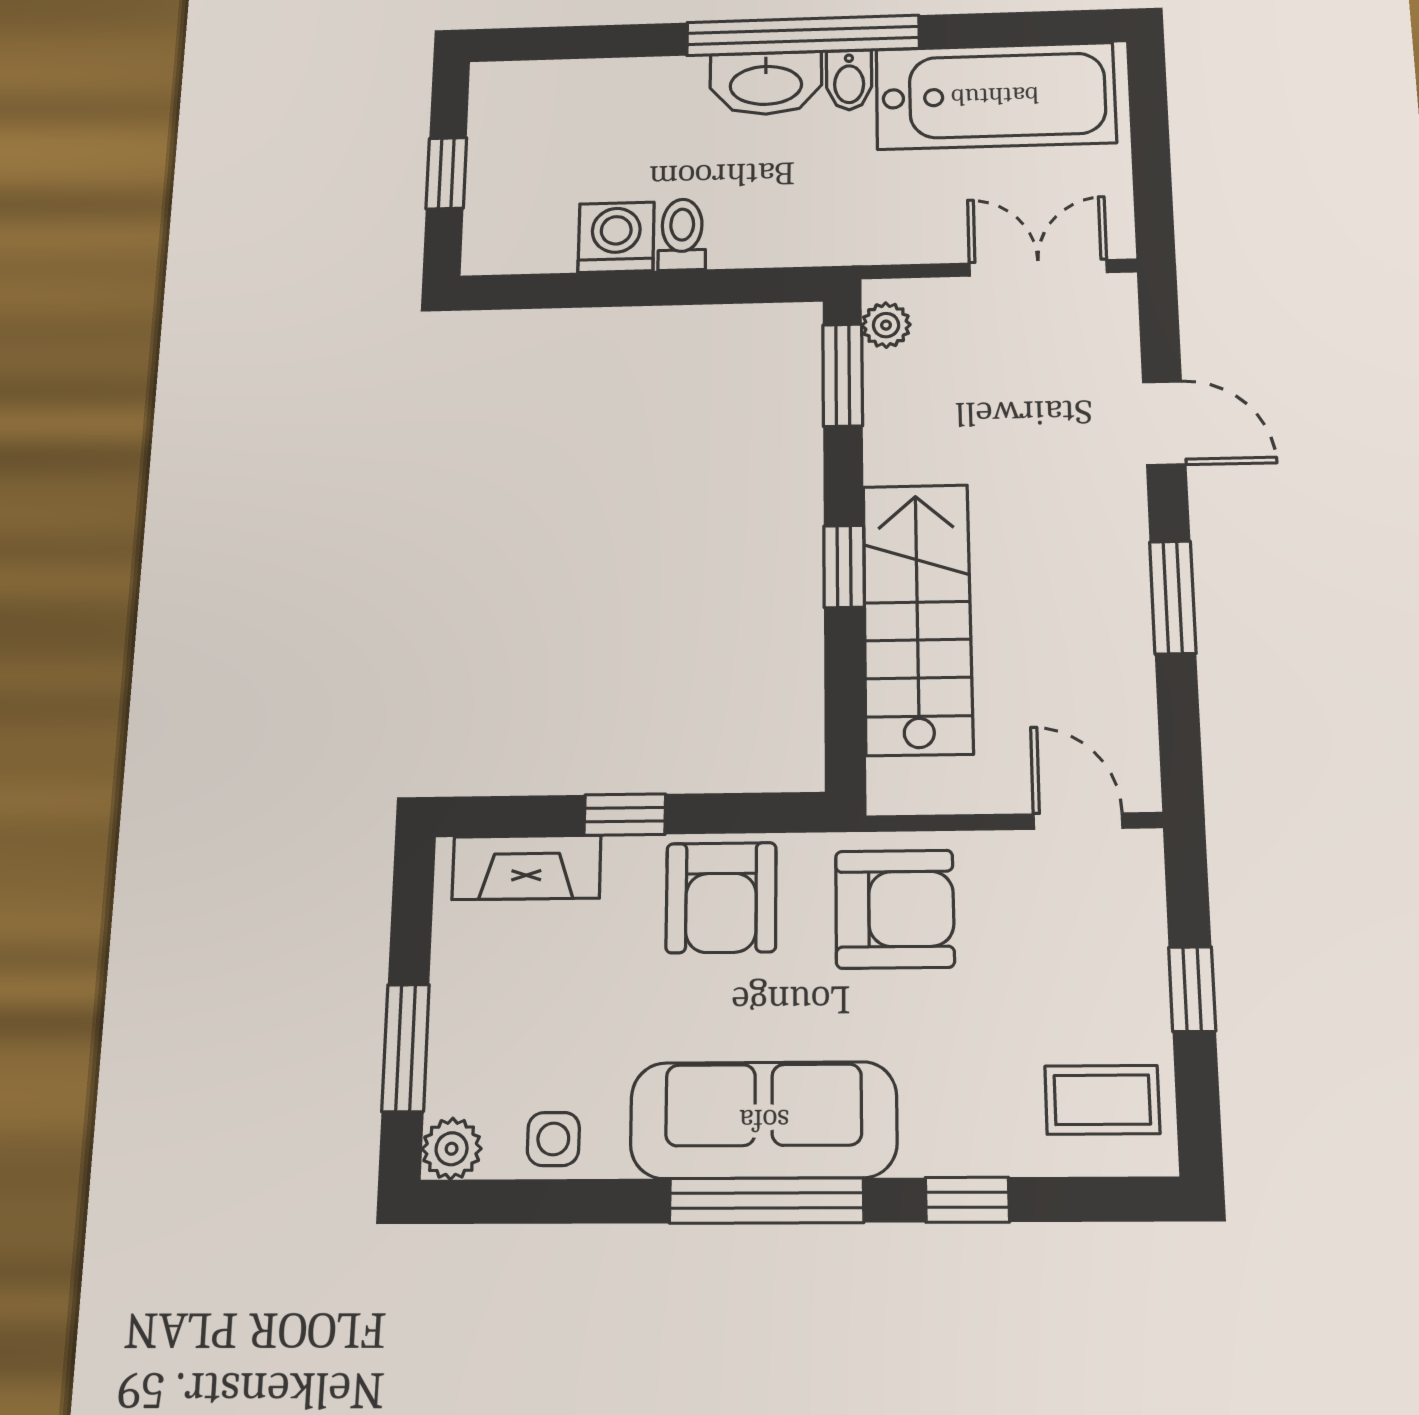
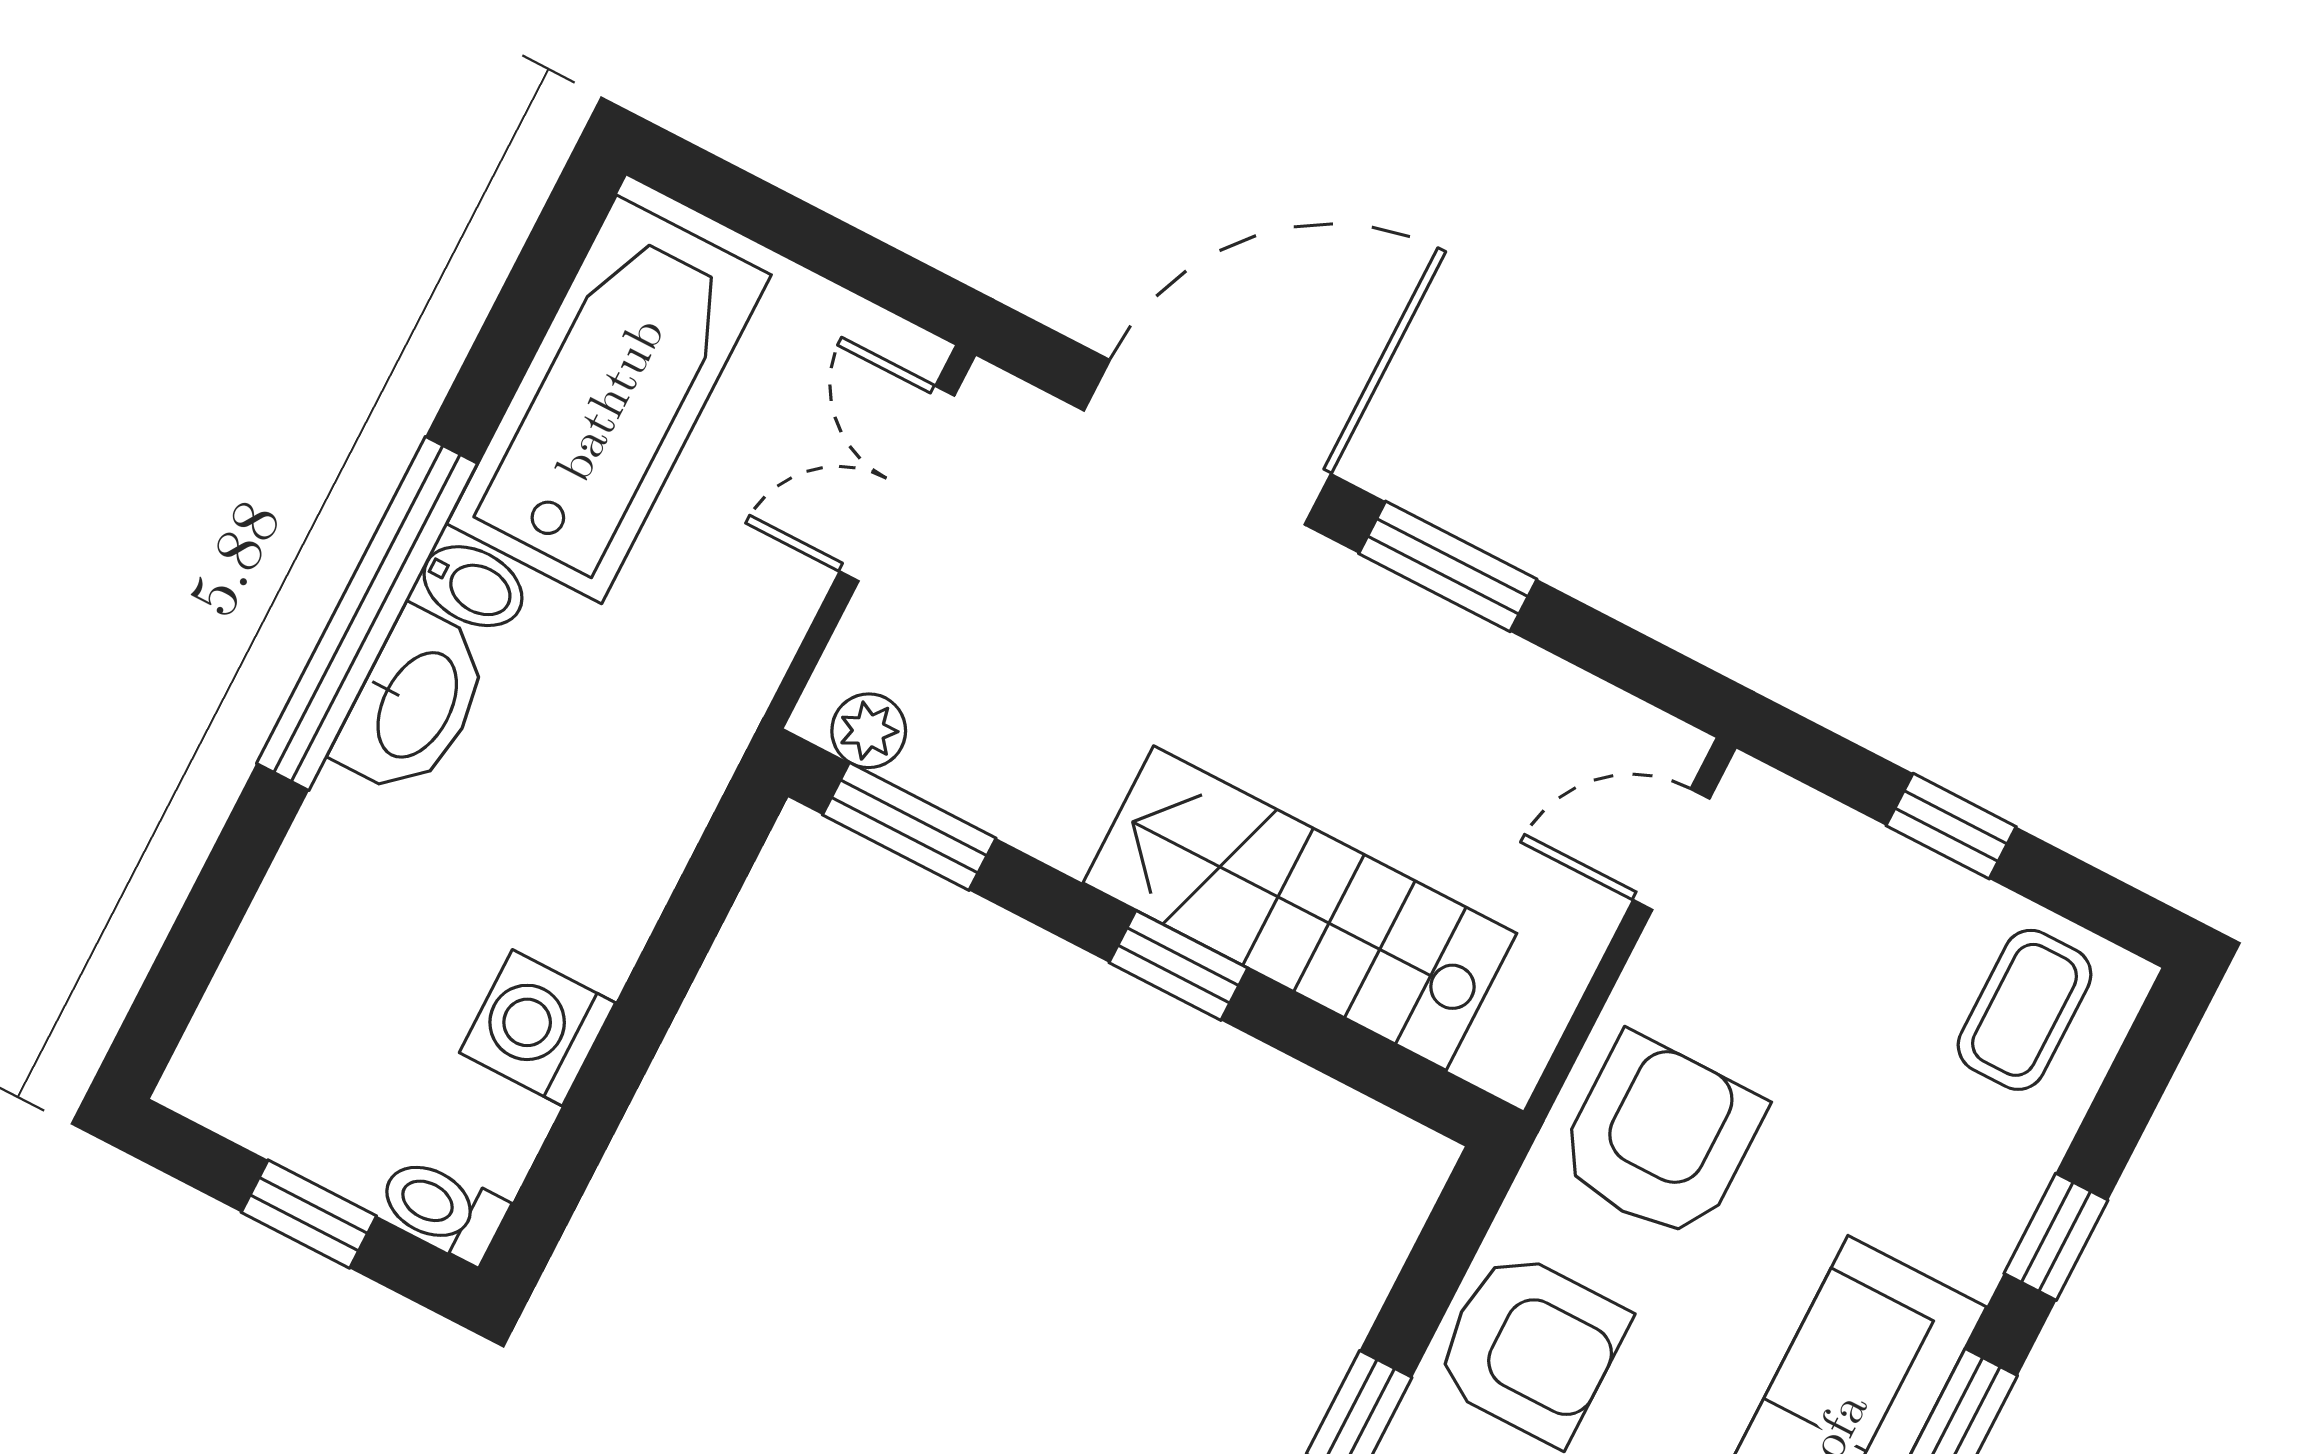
toilet: (682, 234) -> (442, 1209), moved
door: (1164, 423) -> (1207, 442), width x1.88

